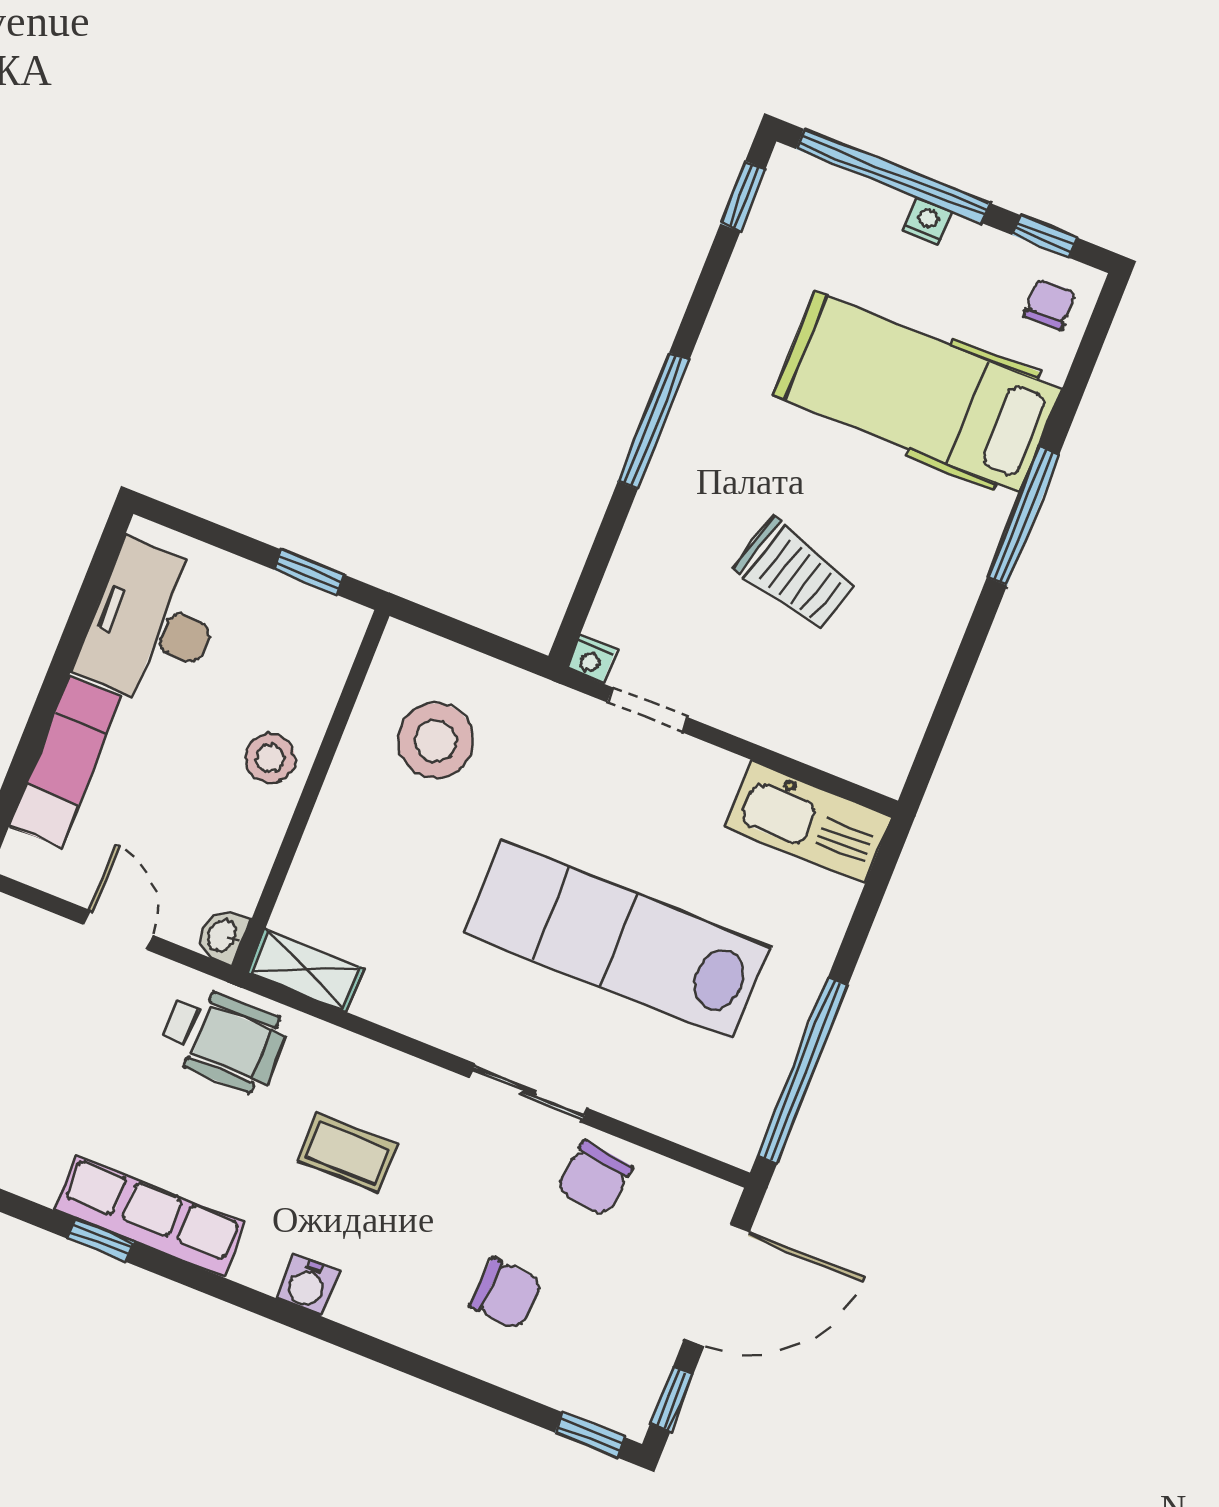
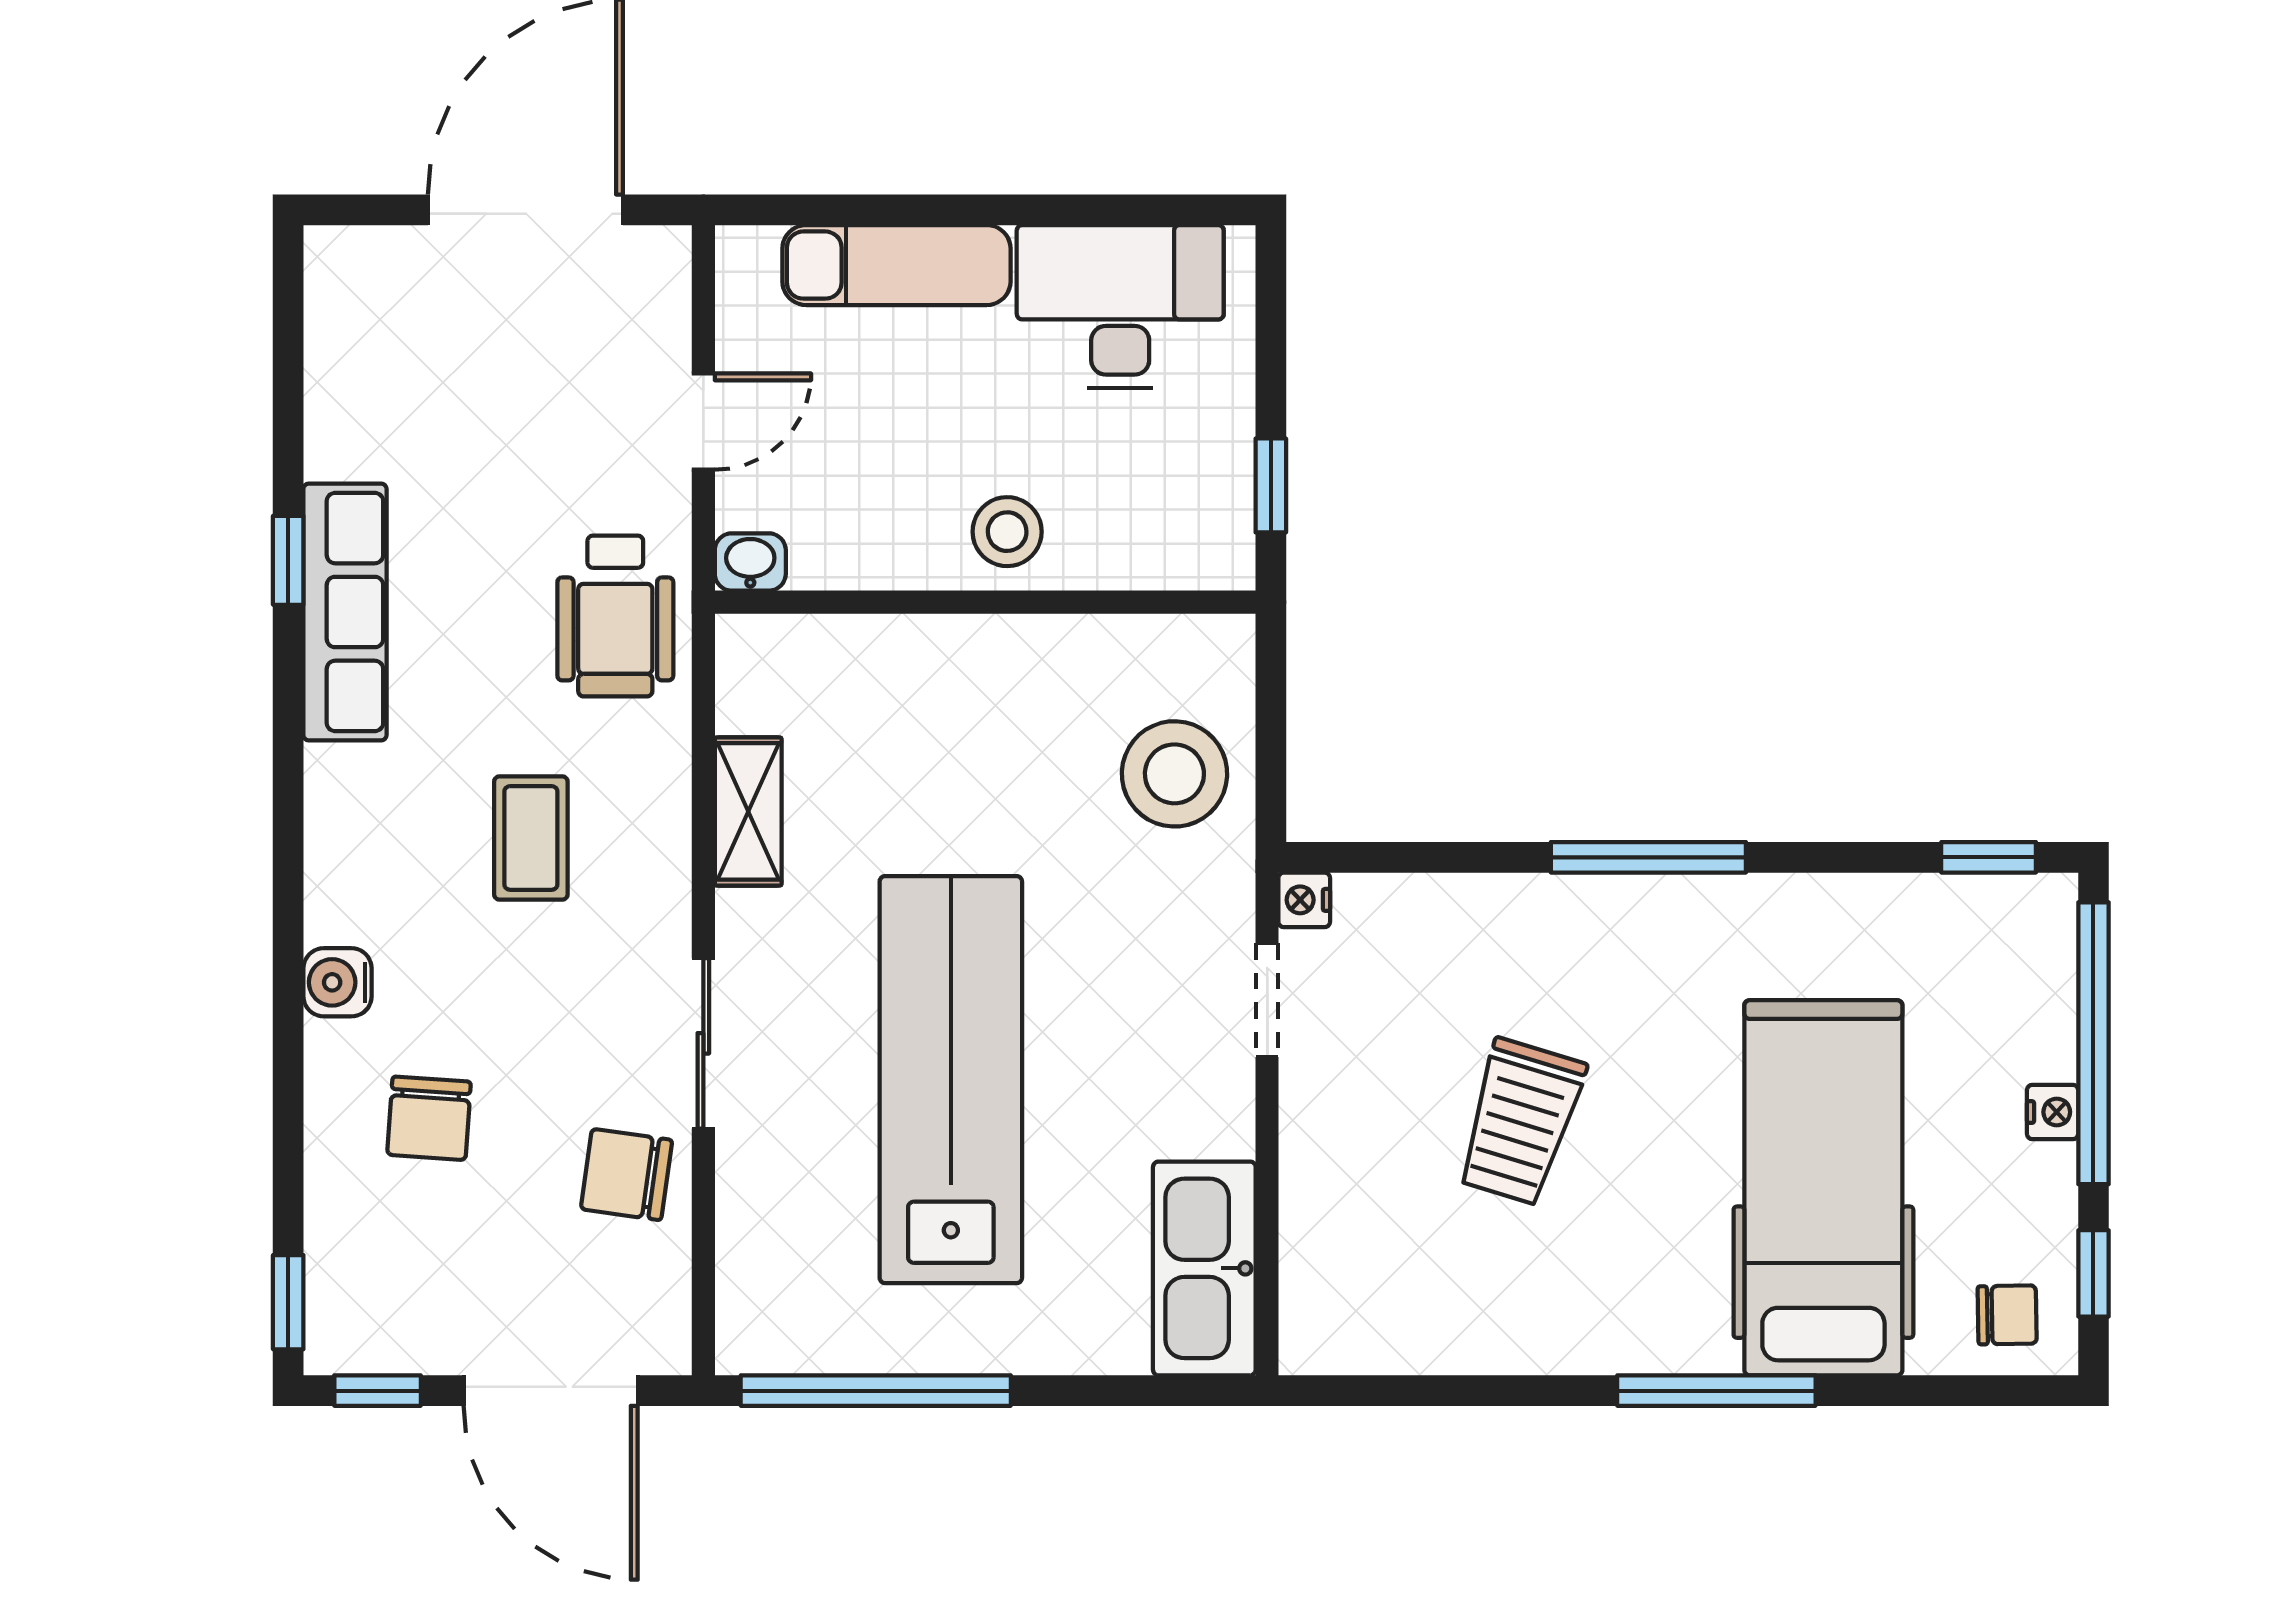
stool: (435, 741) -> (1174, 774), moved
shelving: (305, 970) -> (748, 811), moved
water cooler: (307, 1285) -> (338, 982), moved

